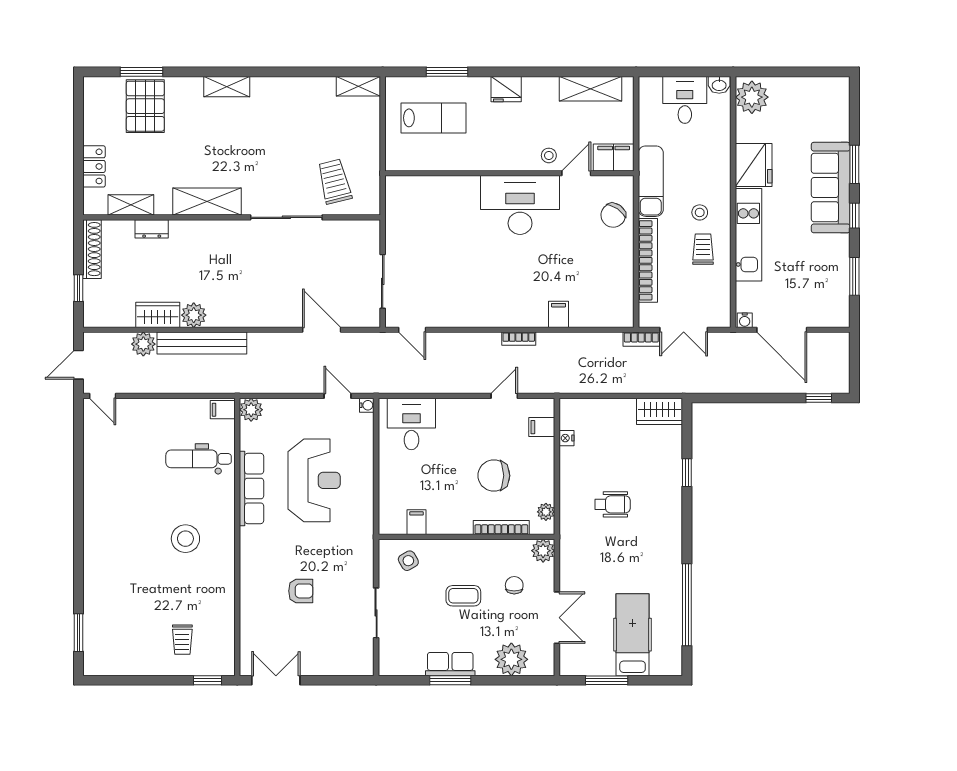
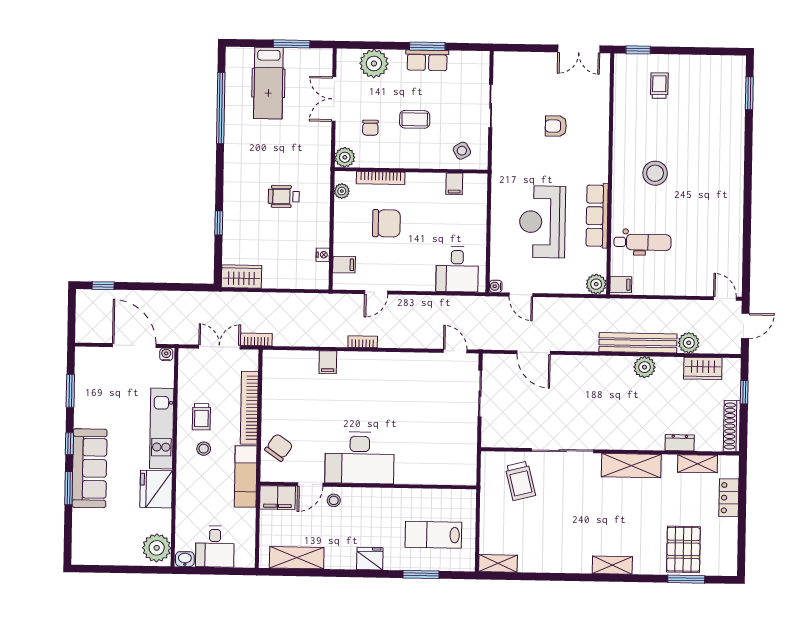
wardrobe: (158, 315) -> (703, 368), moved

